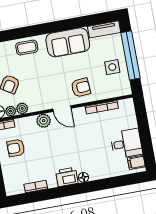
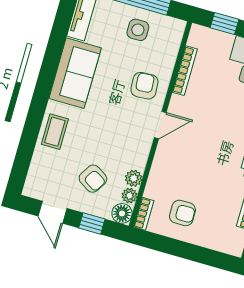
window: (142, 117) -> (224, 24), added
plant: (44, 121) -> (164, 158), removed
armchair: (16, 148) -> (182, 213), turned -90

